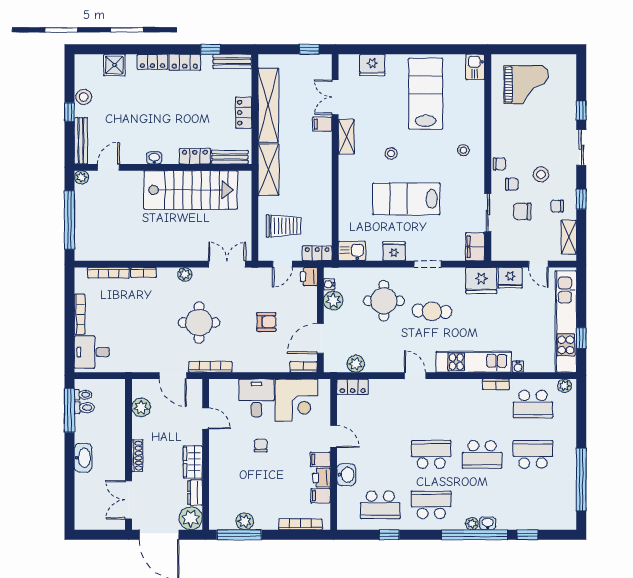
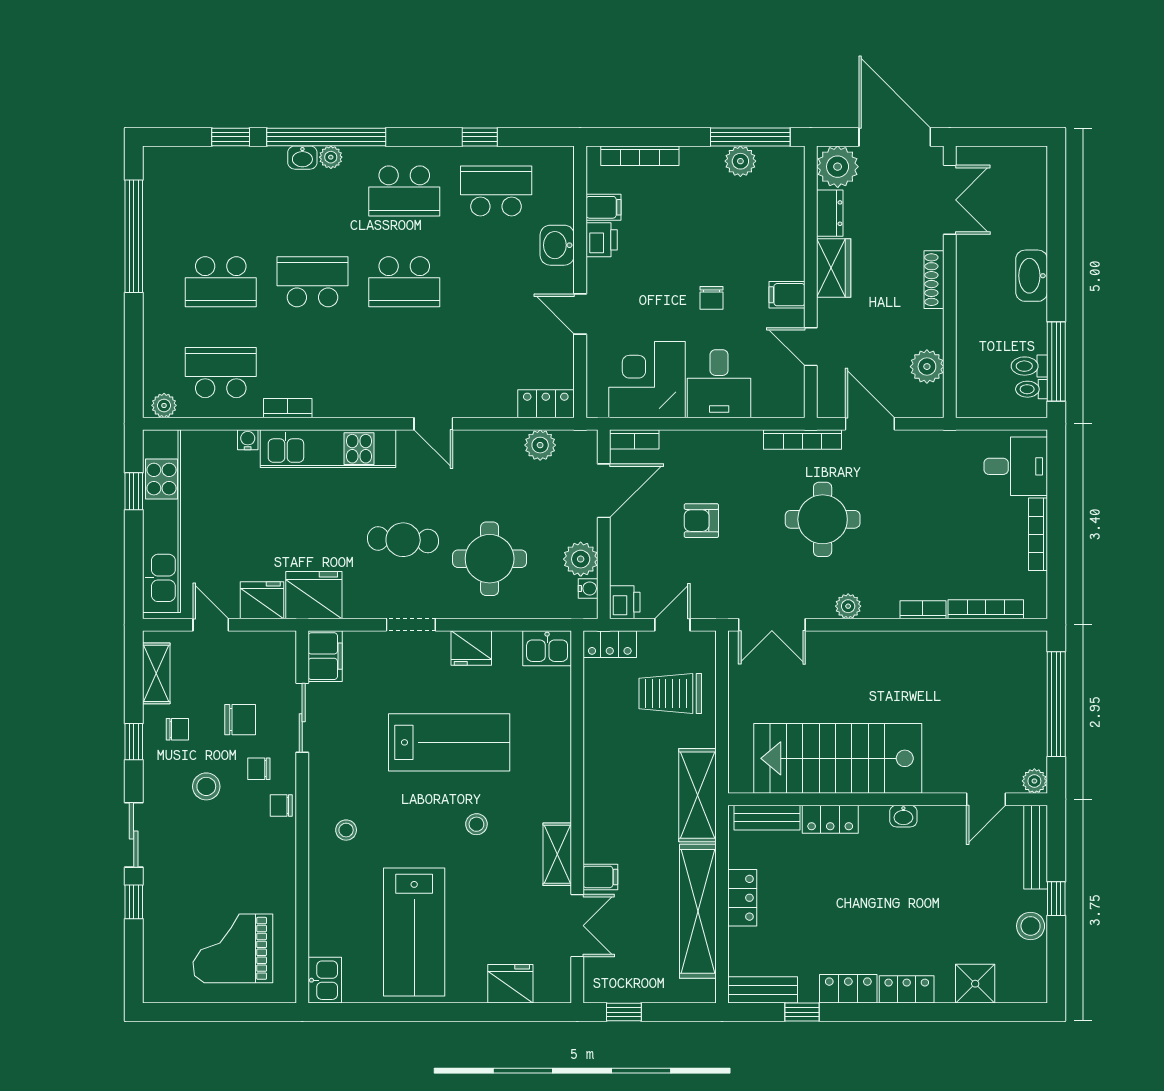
filing cabinet: (320, 459) -> (787, 295), moved, turned 180

